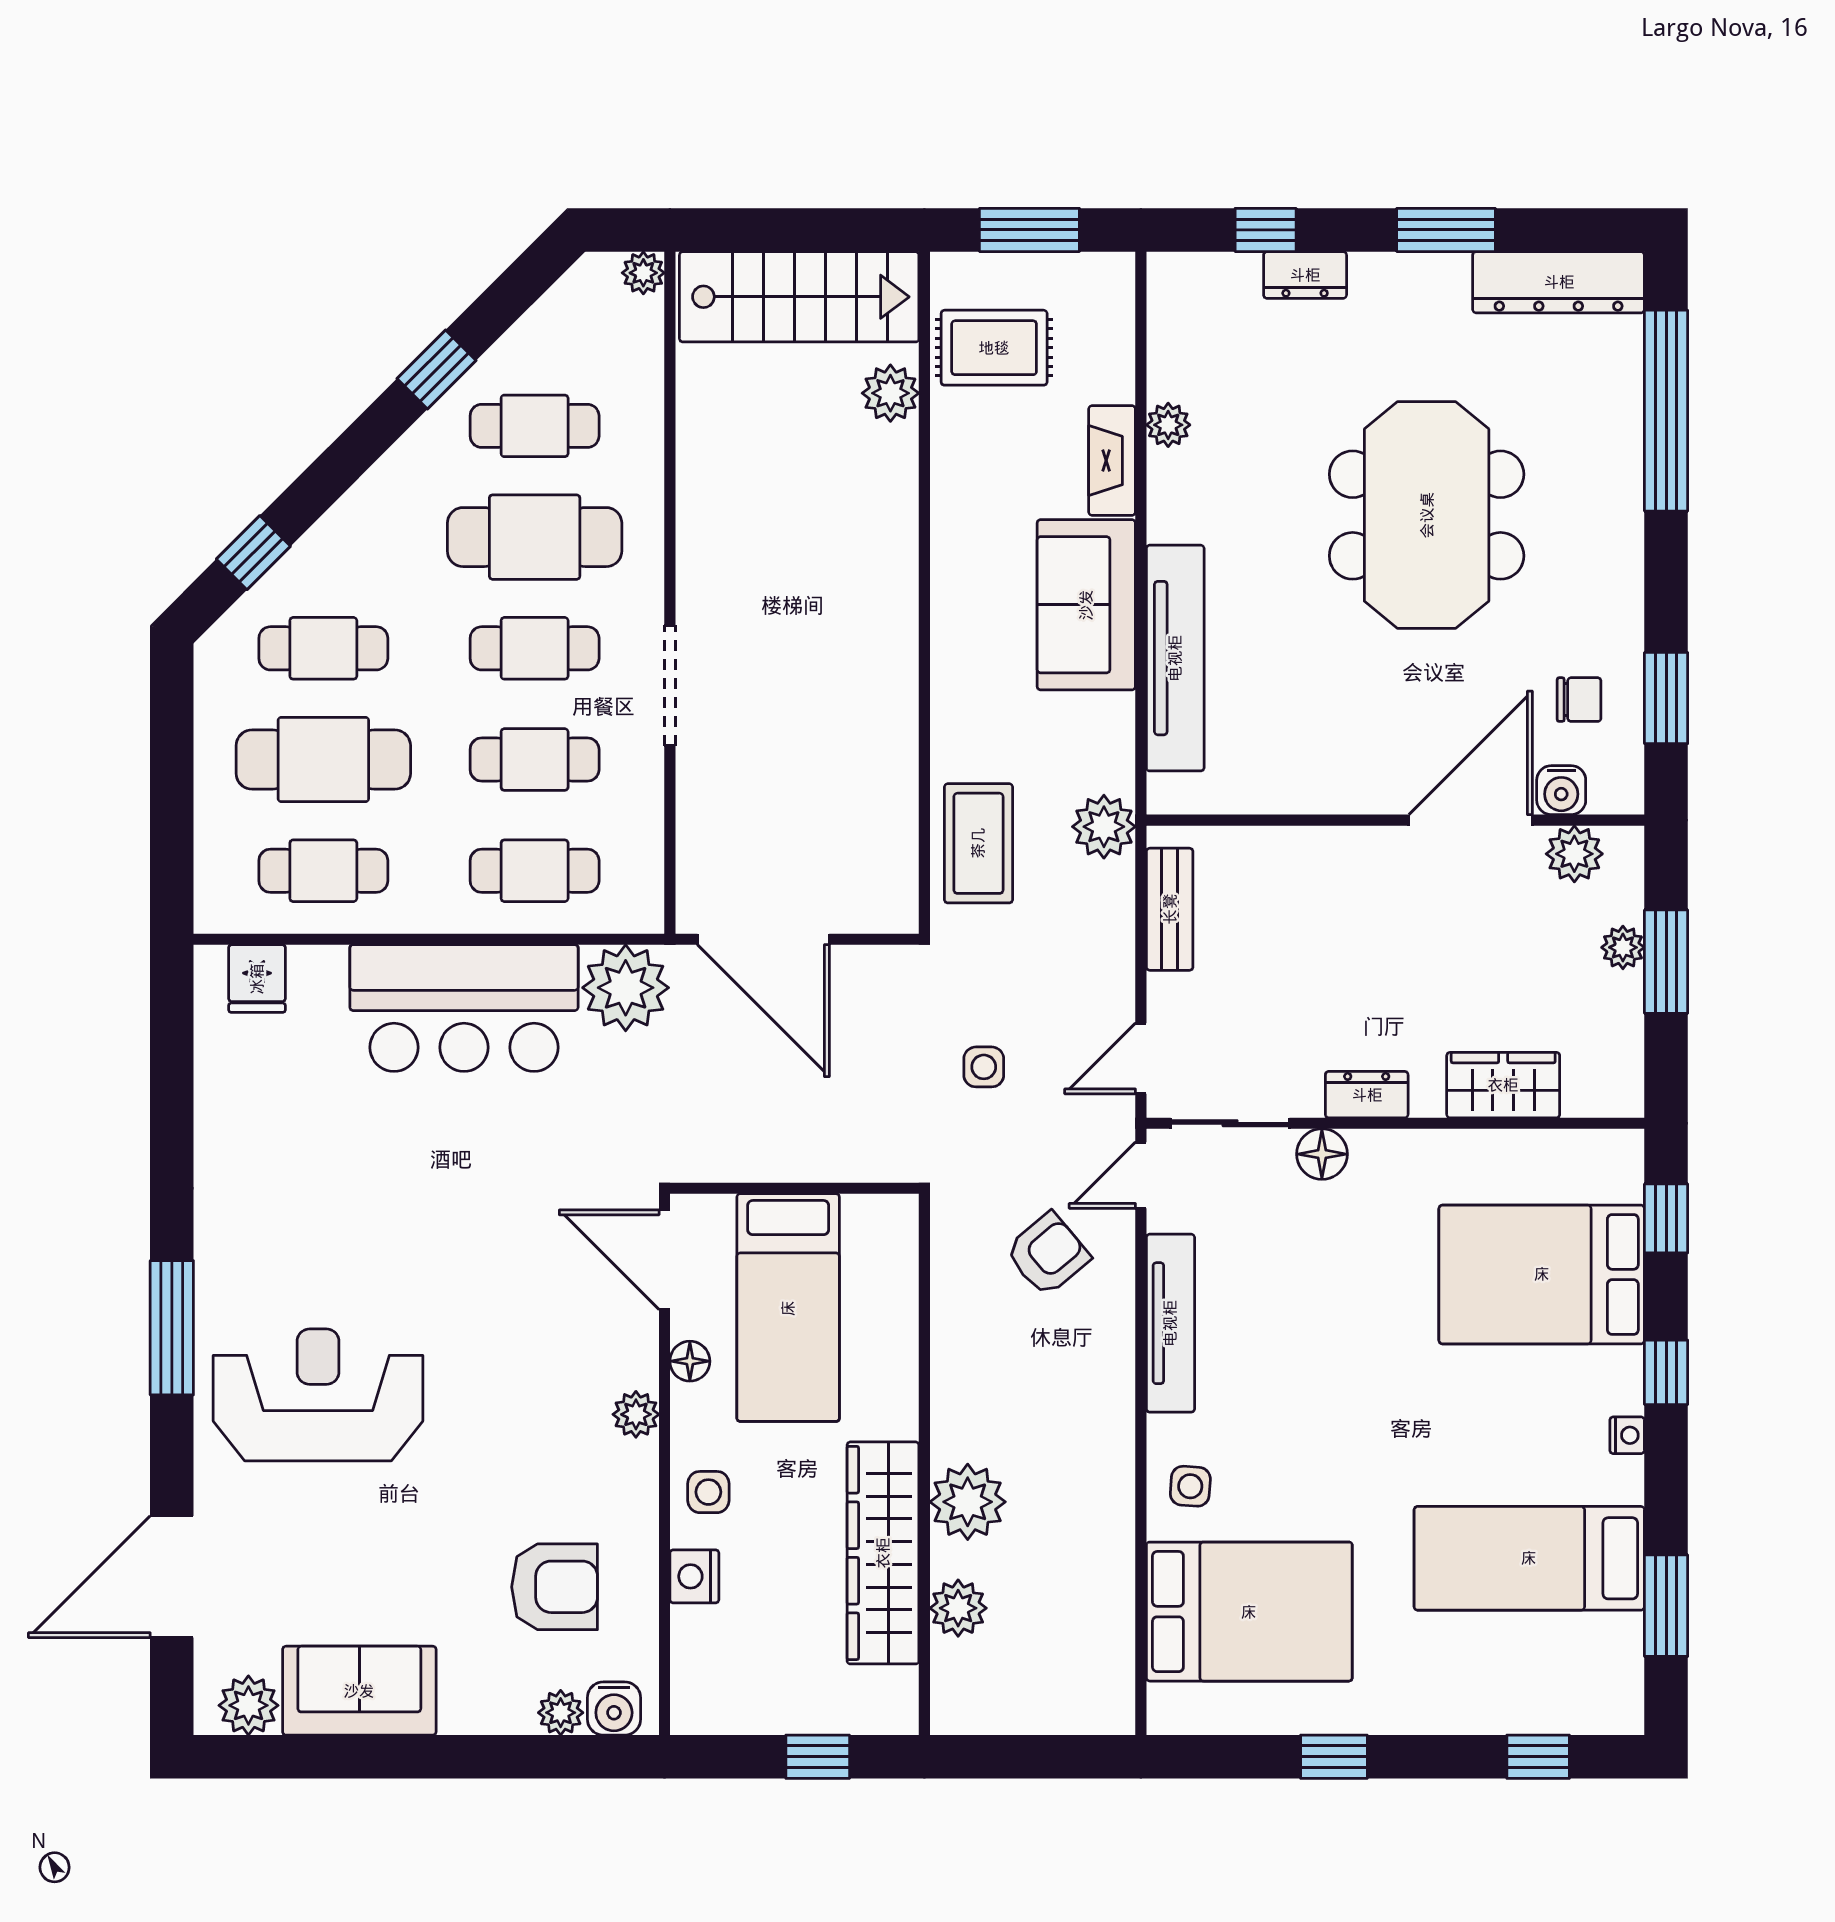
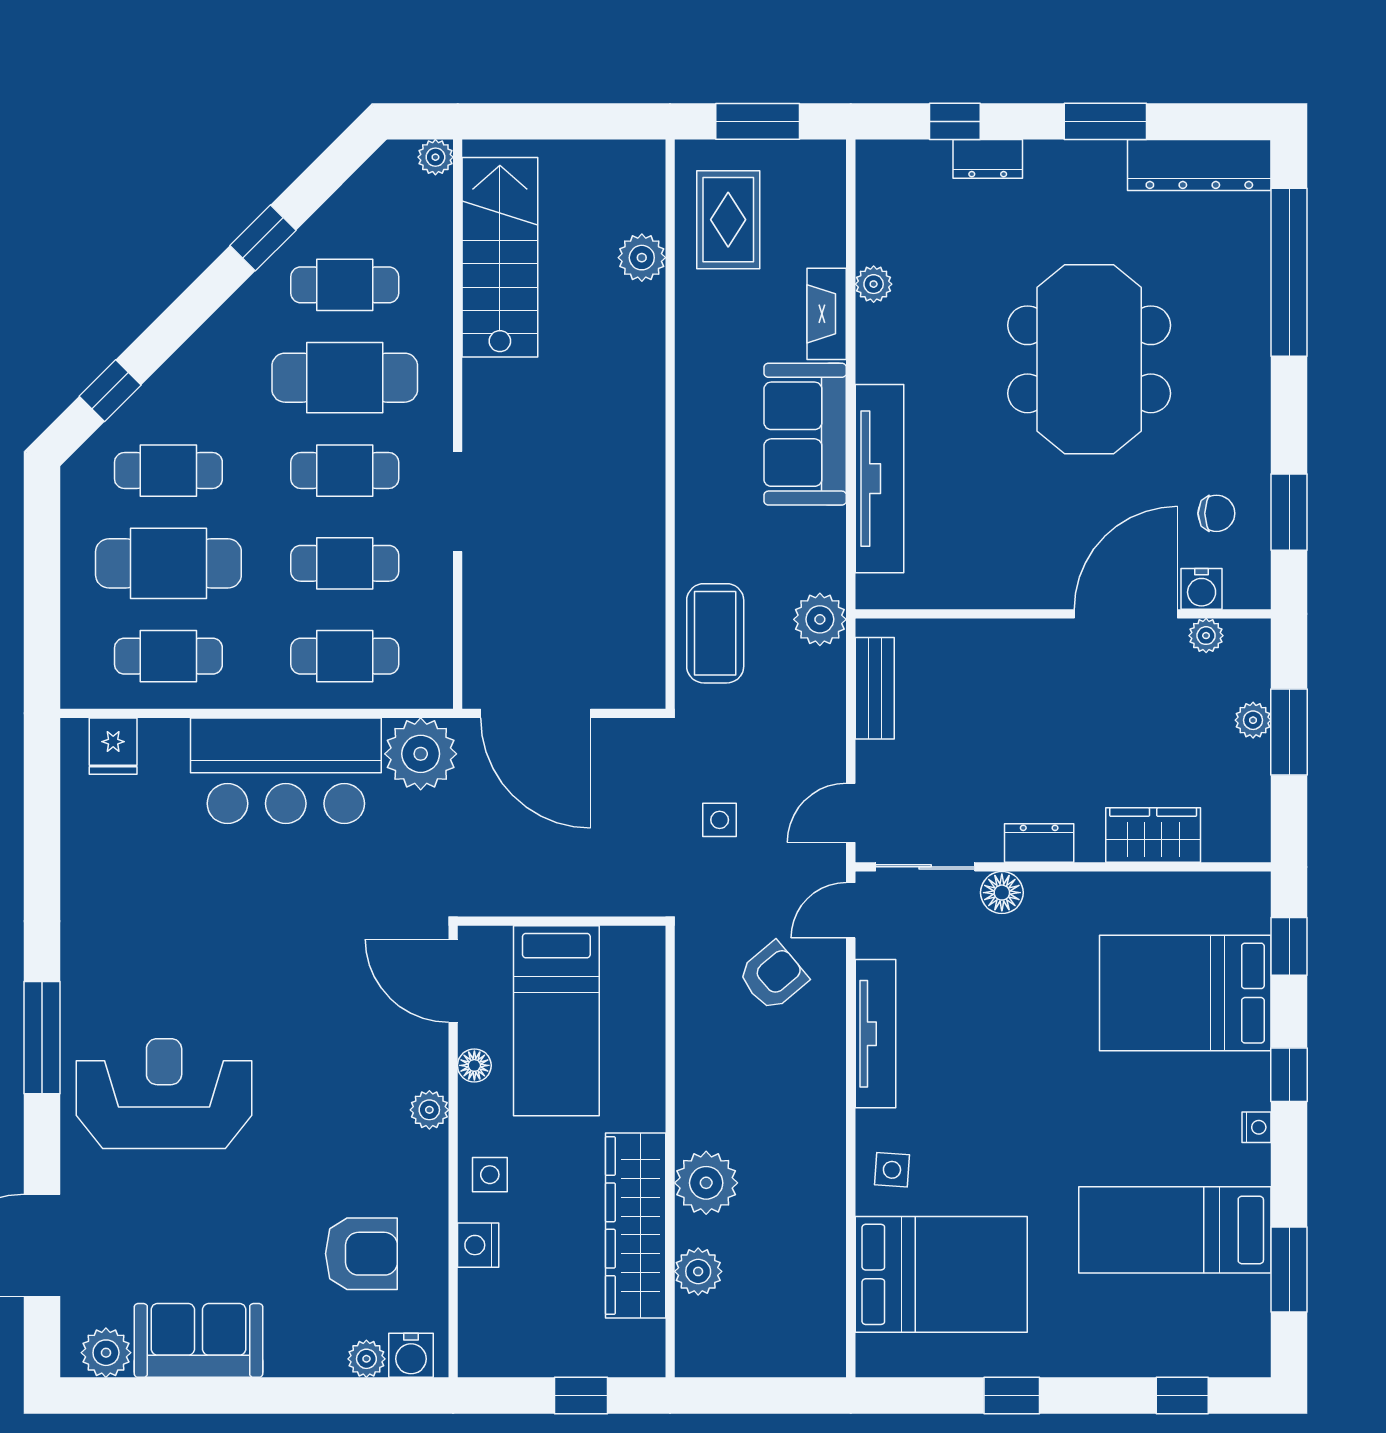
stairs: (799, 297) -> (500, 257), moved, turned -90
rug: (994, 348) -> (728, 220), turned 90
plant: (1574, 854) -> (1206, 636), width x0.73, depth x0.73

